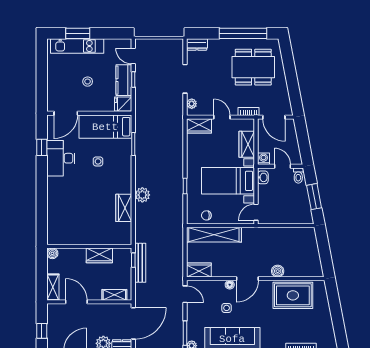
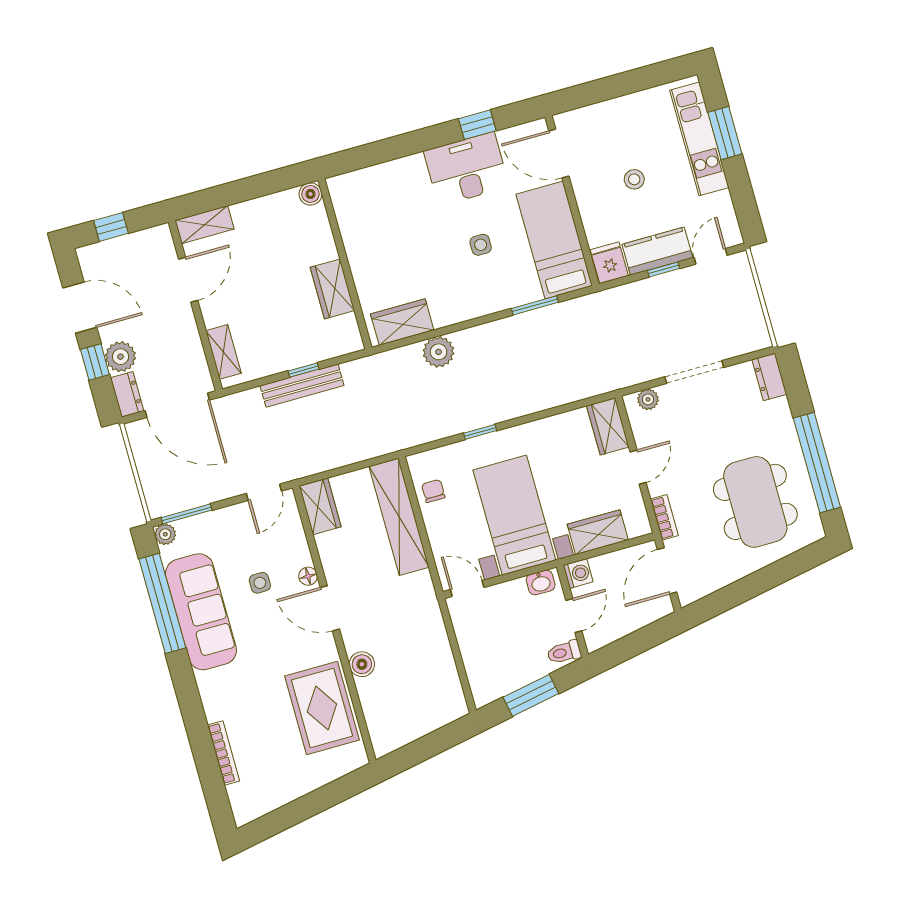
wall: (89, 246) -> (345, 264), moved
boiler: (52, 253) -> (310, 194), moved
wardrobe: (99, 255) -> (332, 289), moved

